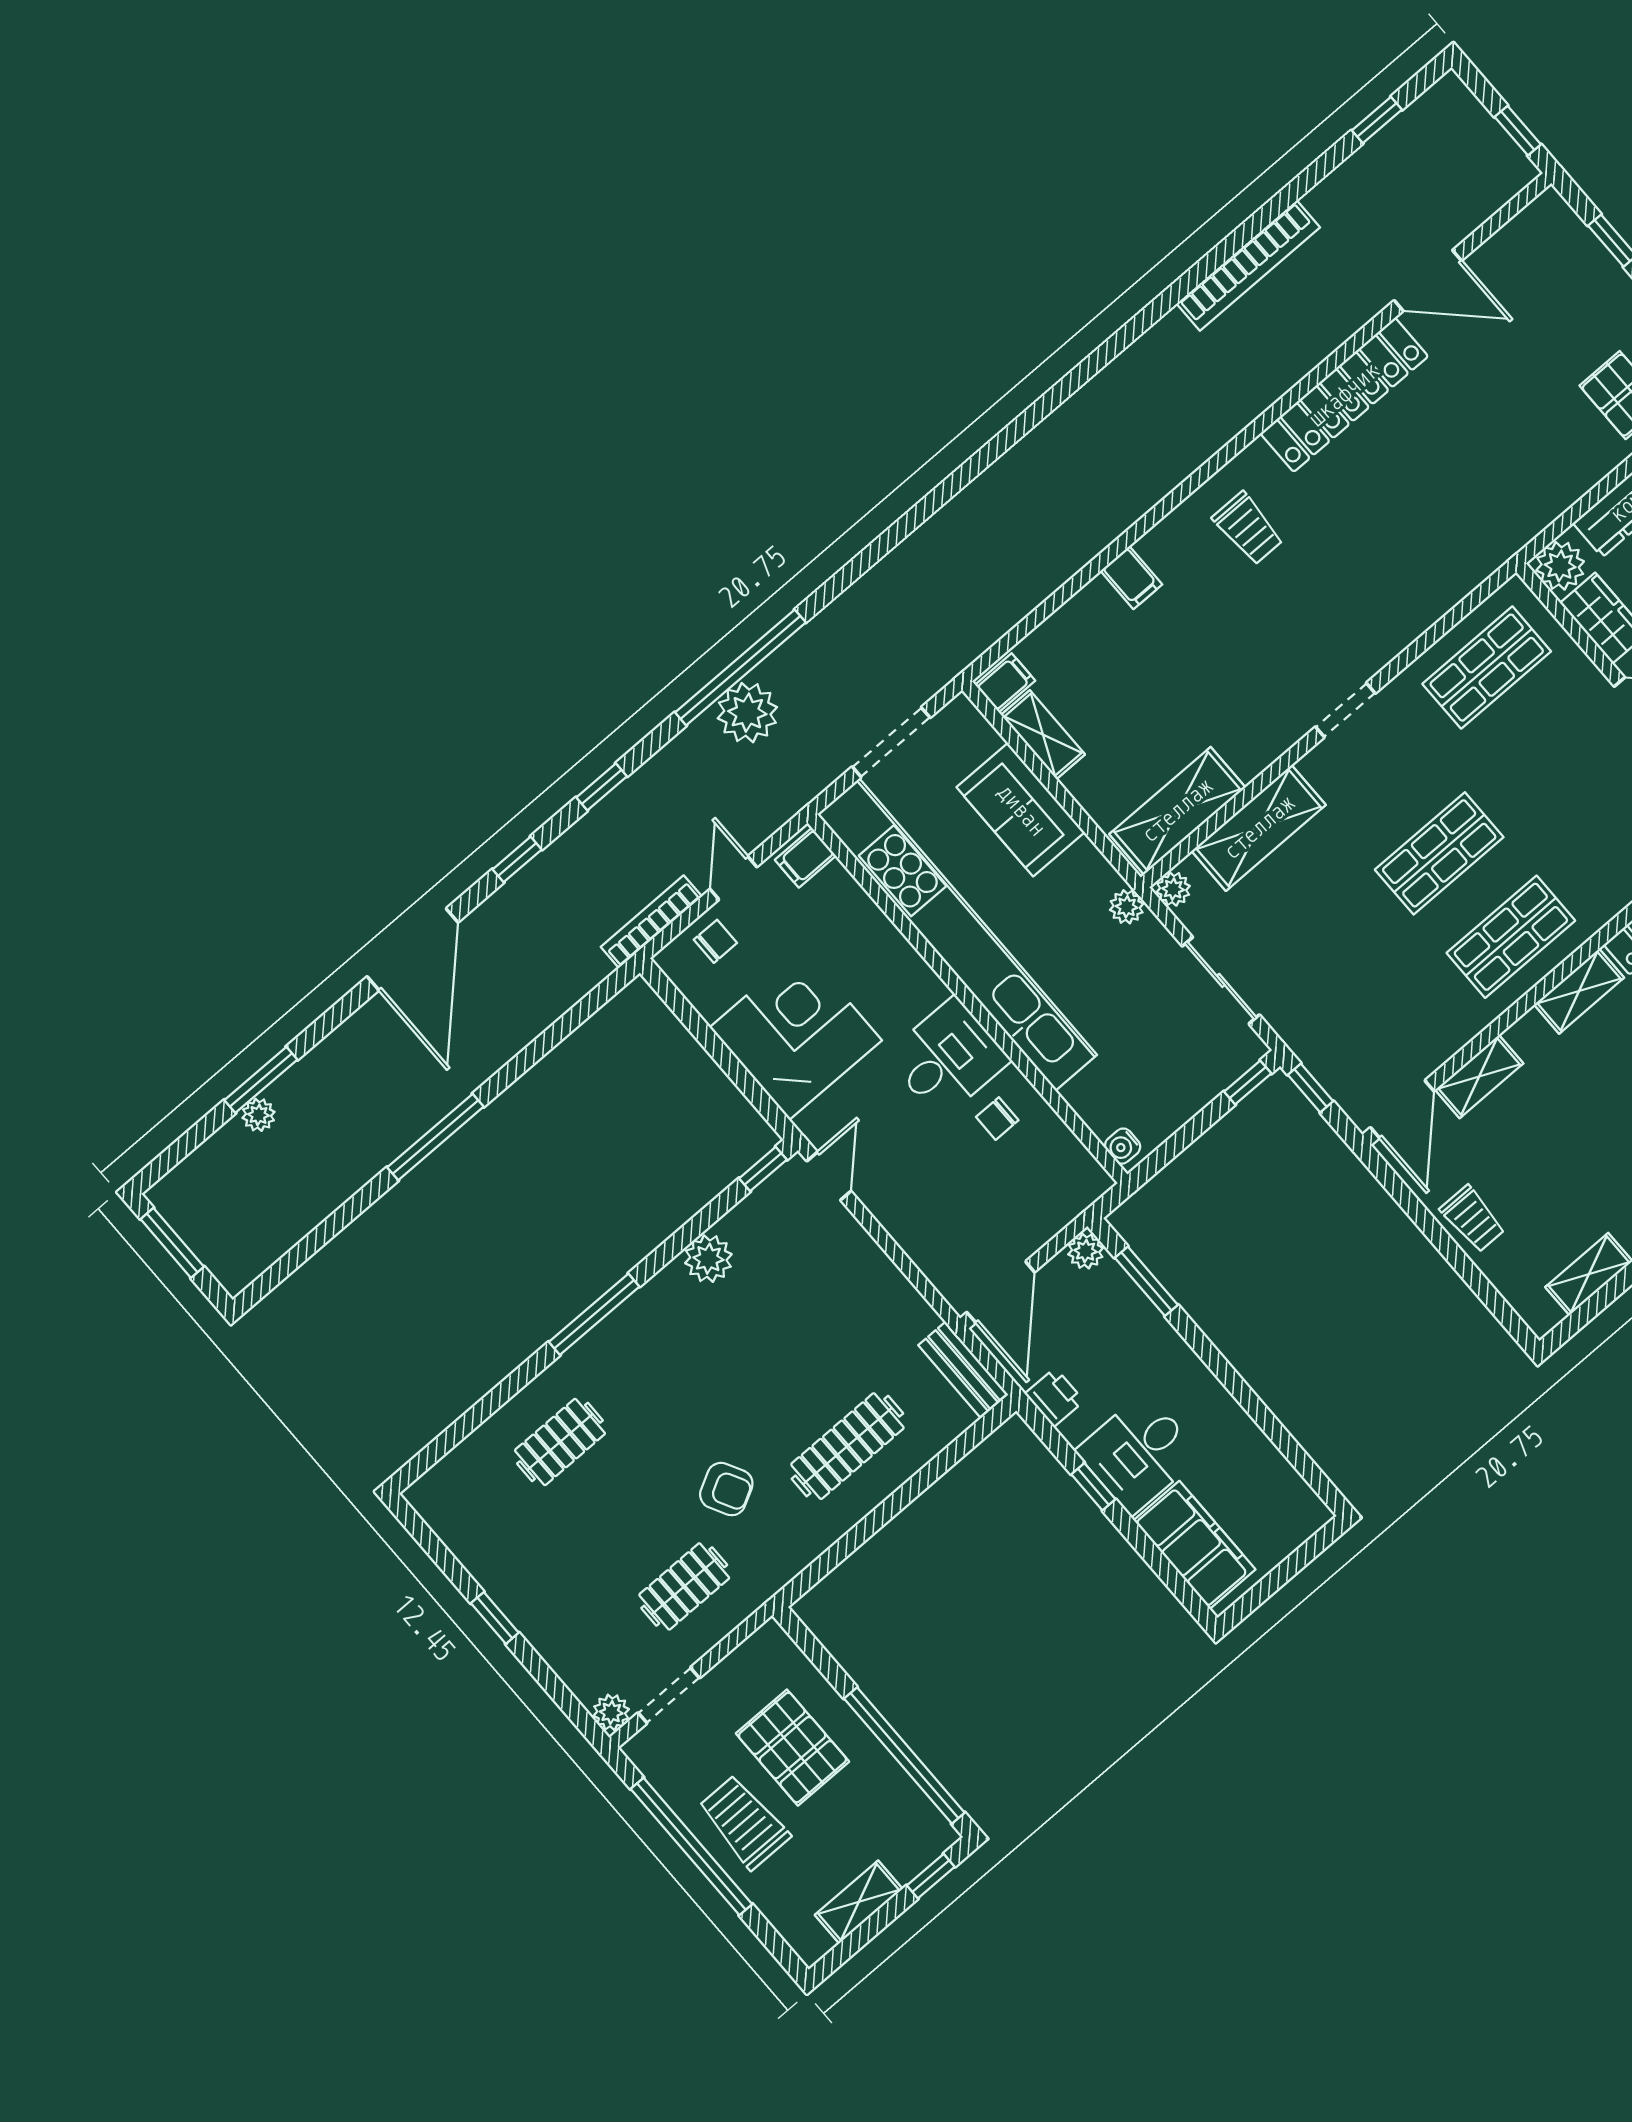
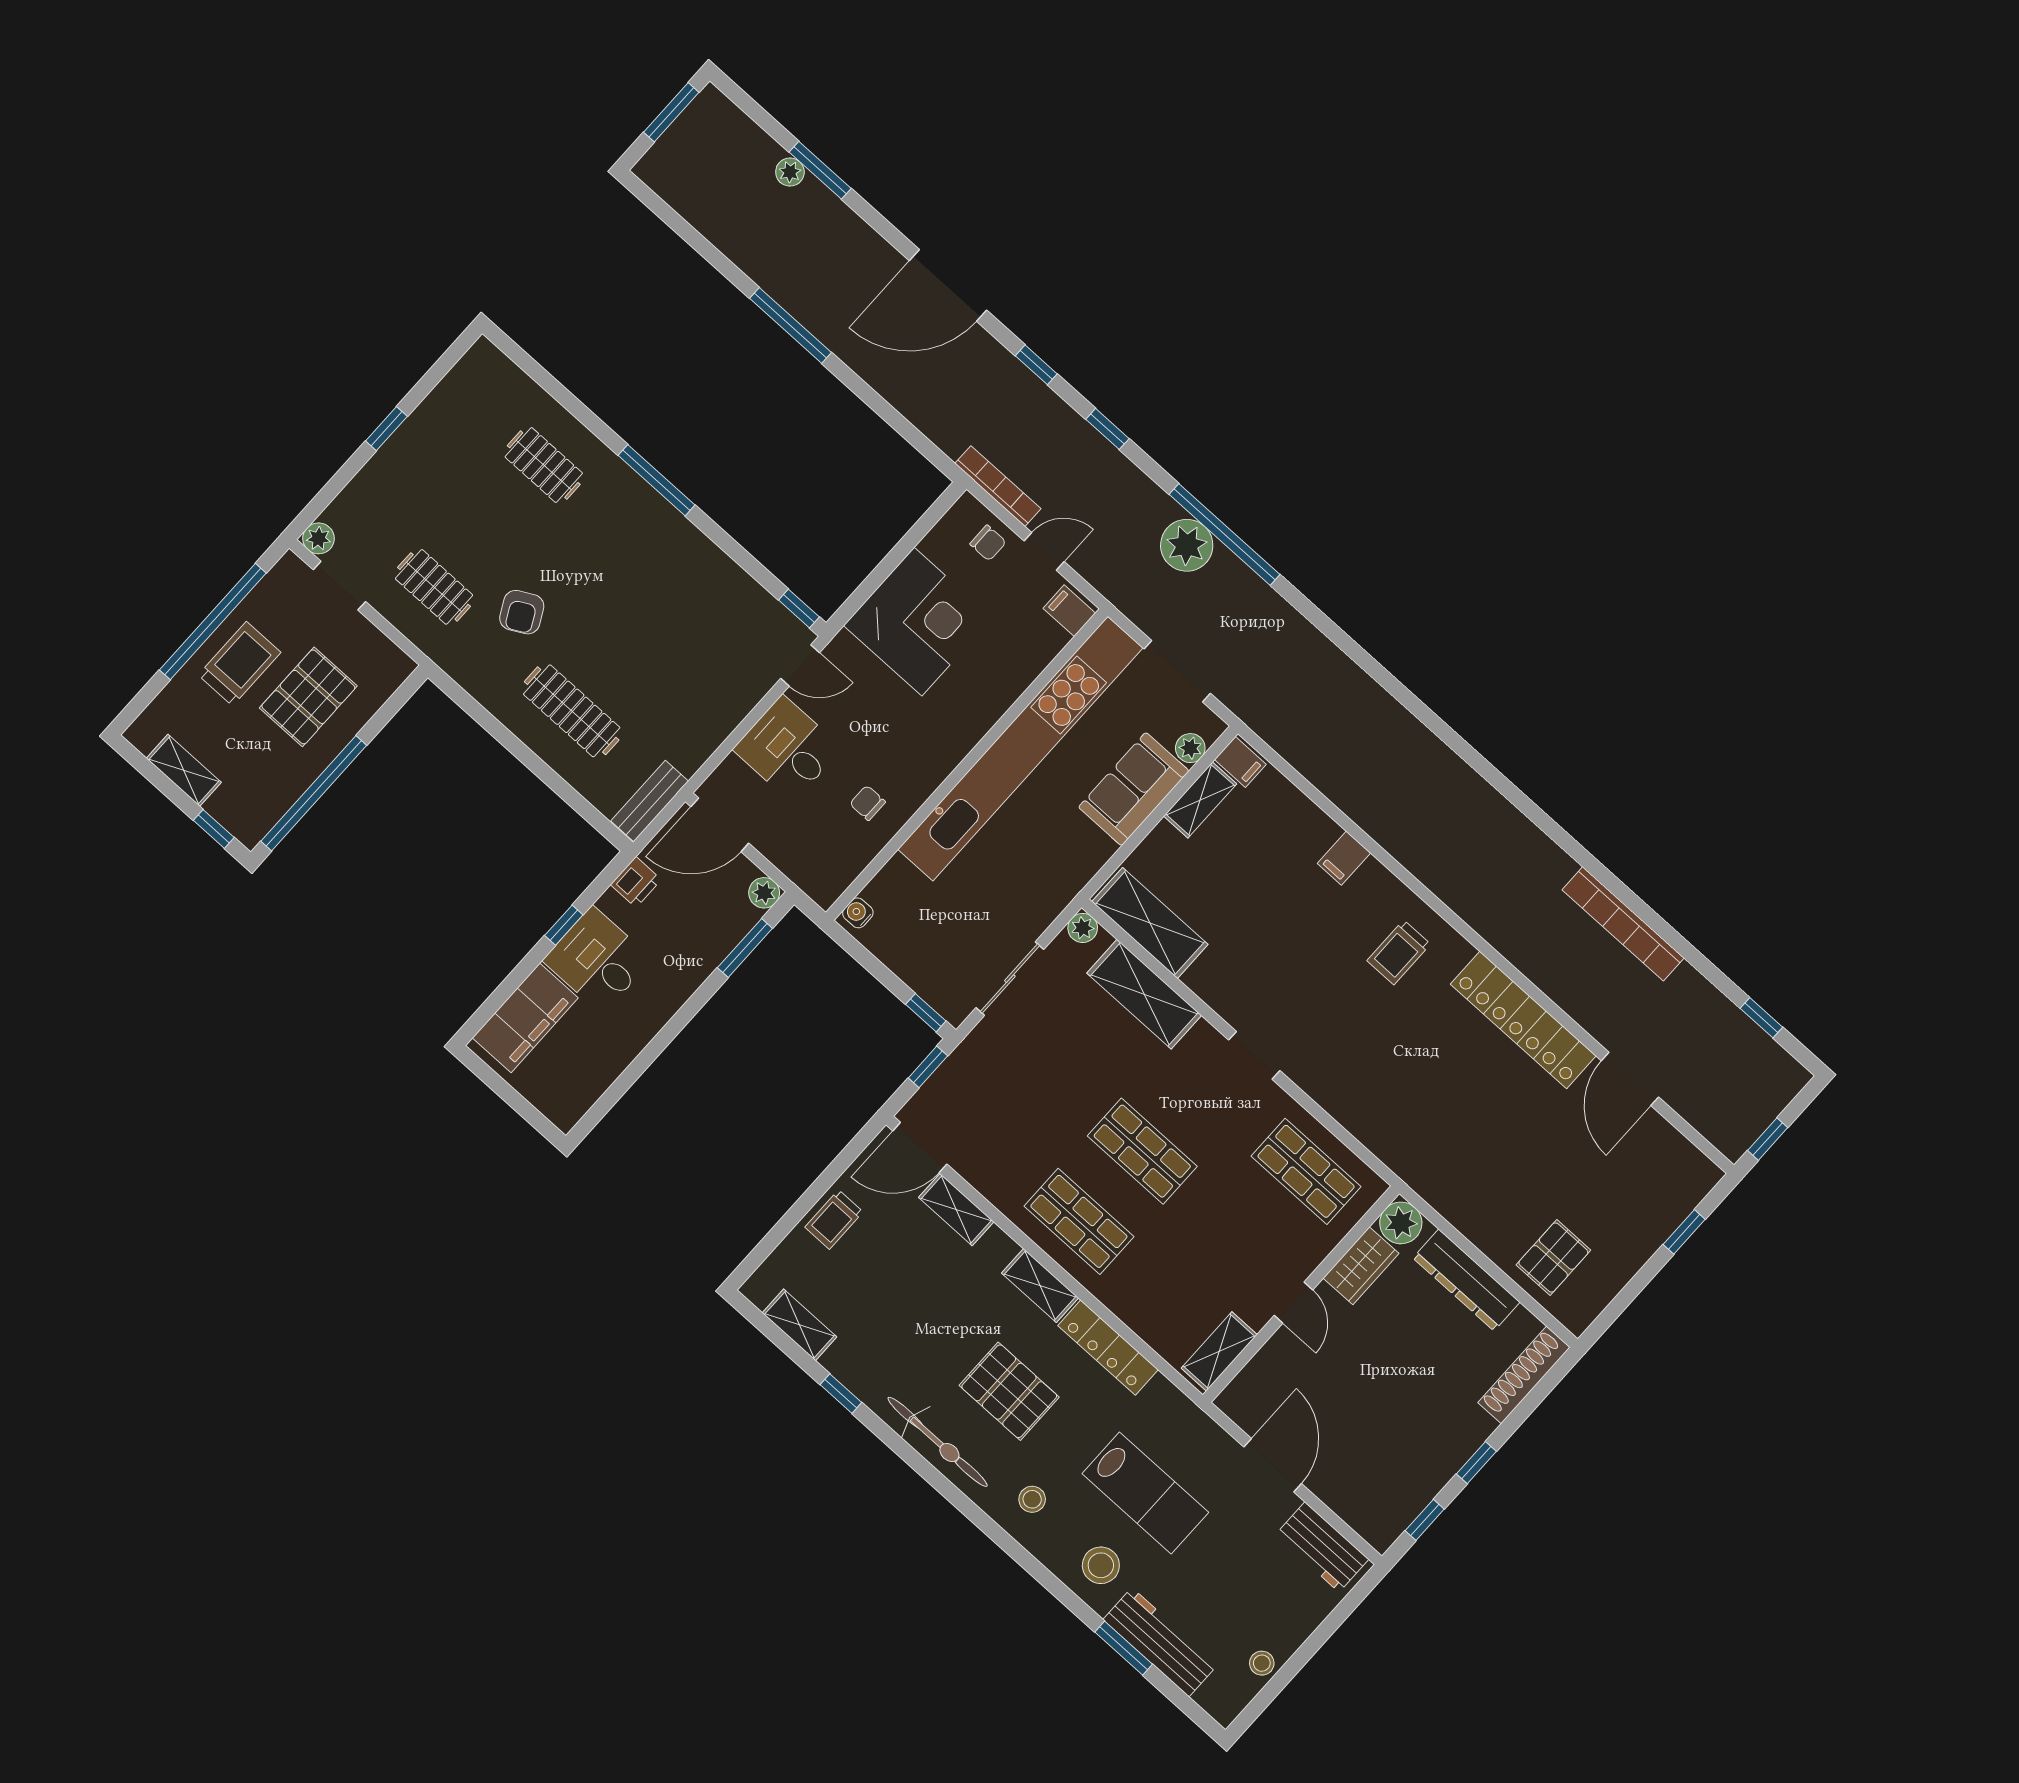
plant: (1127, 907) -> (1190, 748), moved
desk: (948, 1058) -> (787, 749), moved, turned 180
plant: (708, 1259) -> (716, 572), removed

